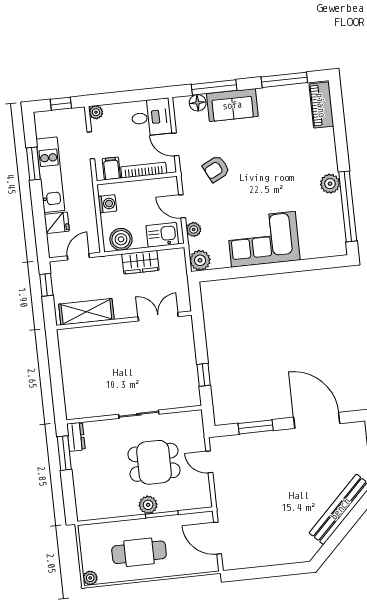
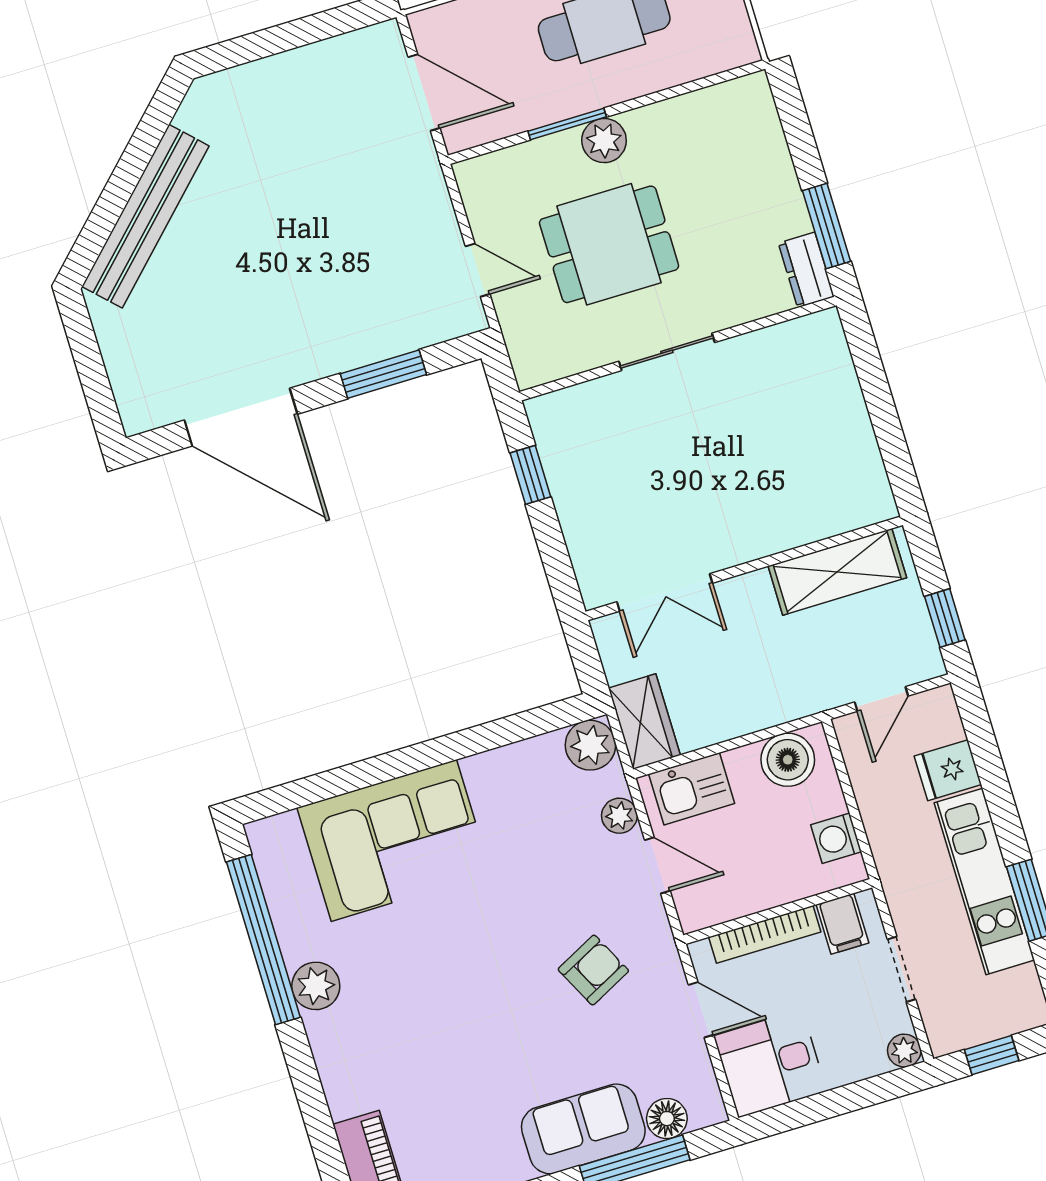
corner sofa: (263, 239) -> (394, 840), moved
wardrobe: (140, 262) -> (644, 722), moved, turned 90

